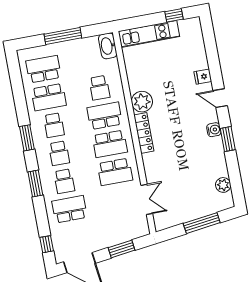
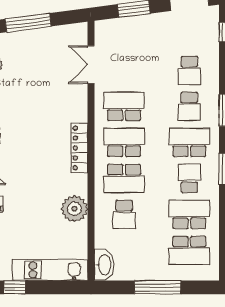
school desk: (99, 88) -> (124, 214), turned 180
plant: (142, 102) -> (74, 209), moved
school desk: (59, 153) -> (189, 142), width x1.85
school desk: (64, 181) -> (189, 106), turned 180
school desk: (69, 209) -> (189, 70), width x0.54

